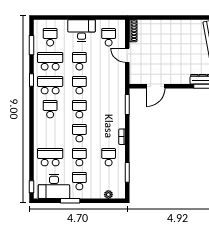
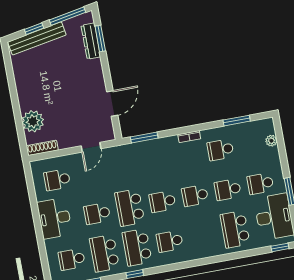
plant: (153, 28) -> (33, 121), added
door: (127, 55) -> (91, 147), moved
school desk: (79, 85) -> (130, 208), width x1.85
door: (156, 86) -> (112, 104), hinge flipped

